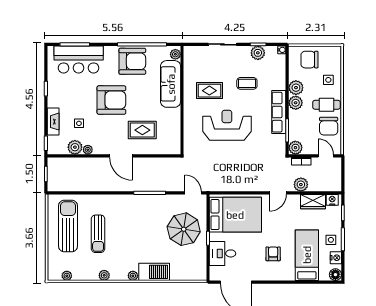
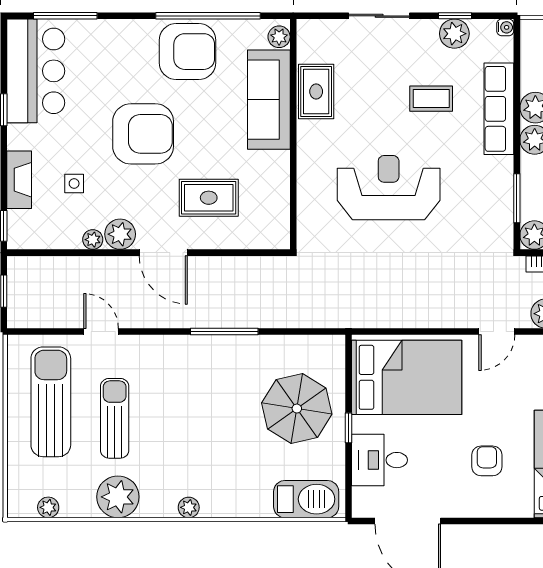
bar counter: (79, 60) -> (36, 71), moved, turned -90
rug: (209, 91) -> (316, 92), moved, turned 90
row of seats: (279, 112) -> (499, 109), moved
plant: (75, 147) -> (120, 234), moved
door: (193, 193) -> (101, 332), moved
sun lounger: (98, 234) -> (115, 418), turned 180
barbecue: (154, 272) -> (306, 499), moved
plant: (104, 275) -> (118, 497), width x1.88, depth x1.88

